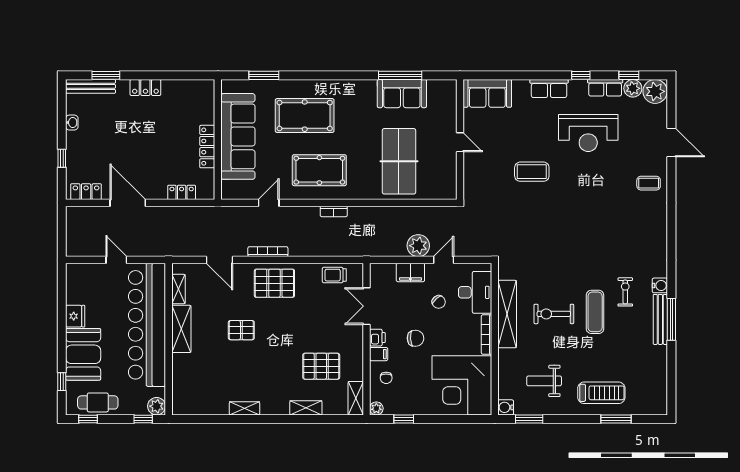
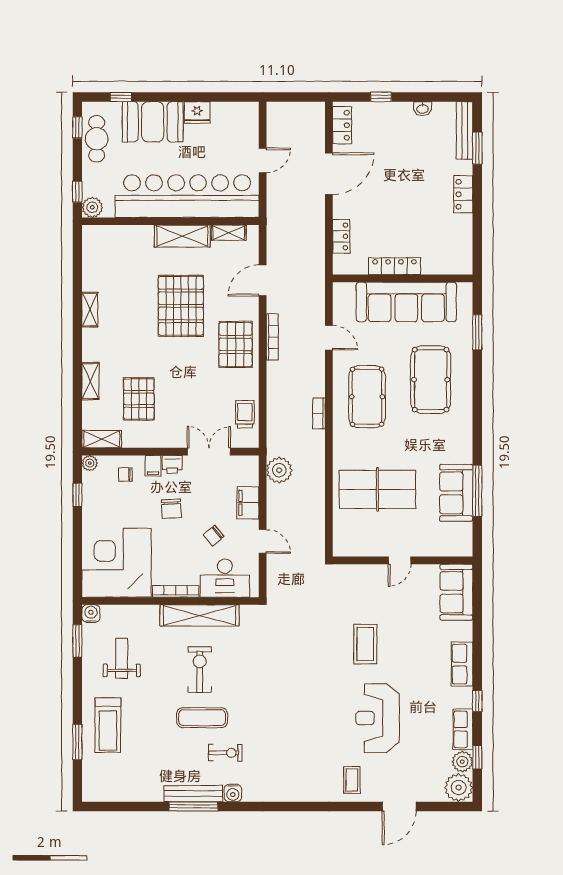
reception desk: (588, 133) -> (378, 718), moved
plant: (418, 246) -> (279, 470), moved
pallet: (241, 330) -> (181, 306), width x2.05, depth x2.00

